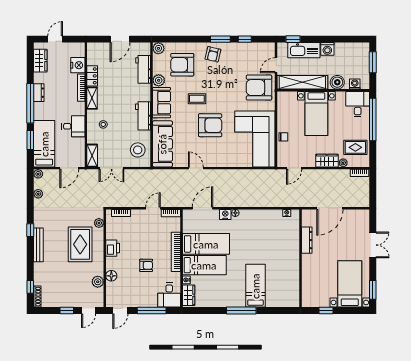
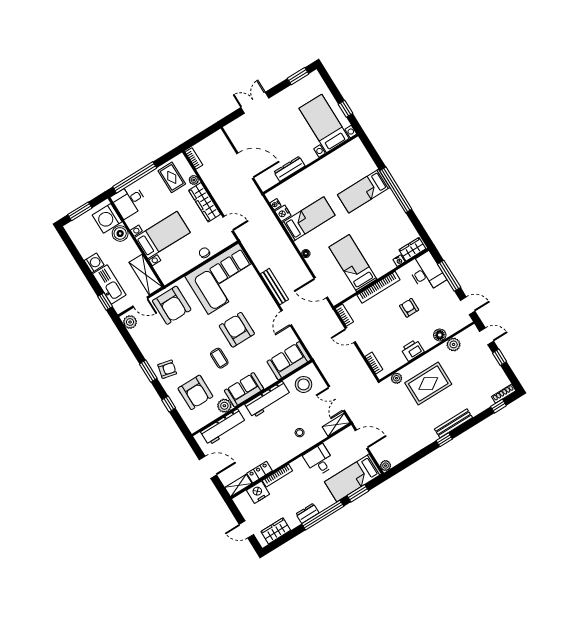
window: (245, 39) -> (169, 404), moved
plant: (158, 48) -> (130, 322), moved
workbench: (143, 69) -> (223, 427), width x1.38
shelving: (302, 82) -> (146, 275), width x0.68
washing machine: (355, 84) -> (107, 218), width x1.89, depth x1.89
shelving: (92, 98) -> (238, 485), moved
workbench: (143, 116) -> (268, 400), width x1.38
sofa: (162, 144) -> (289, 361), width x0.73
wardrobe: (327, 161) -> (205, 202), width x1.50
double door: (112, 168) -> (336, 399), swing flipped
bench: (225, 174) -> (275, 287), added
plant: (38, 194) -> (405, 454), removed
nightstand: (225, 214) -> (283, 213), moved
bed: (204, 265) -> (309, 219), moved, turned 90
bed with nightstands: (350, 284) -> (324, 123), moved, turned 90
desk: (169, 295) -> (426, 272), width x1.37
window: (241, 310) -> (396, 190), width x1.46

